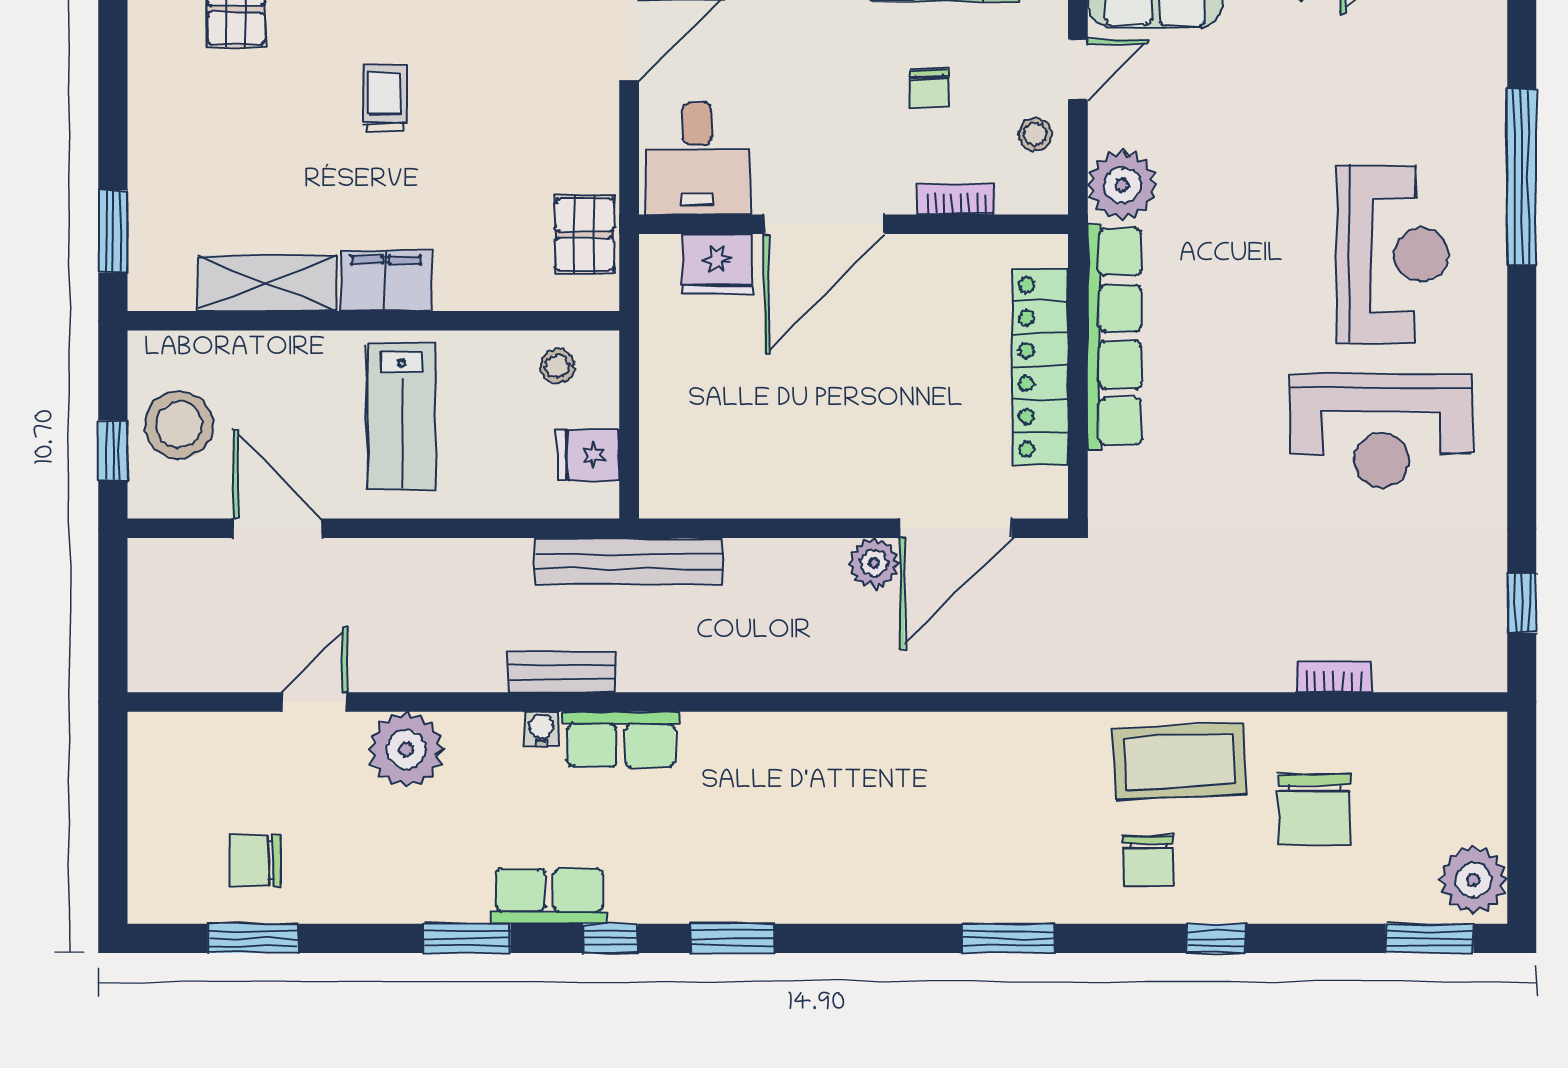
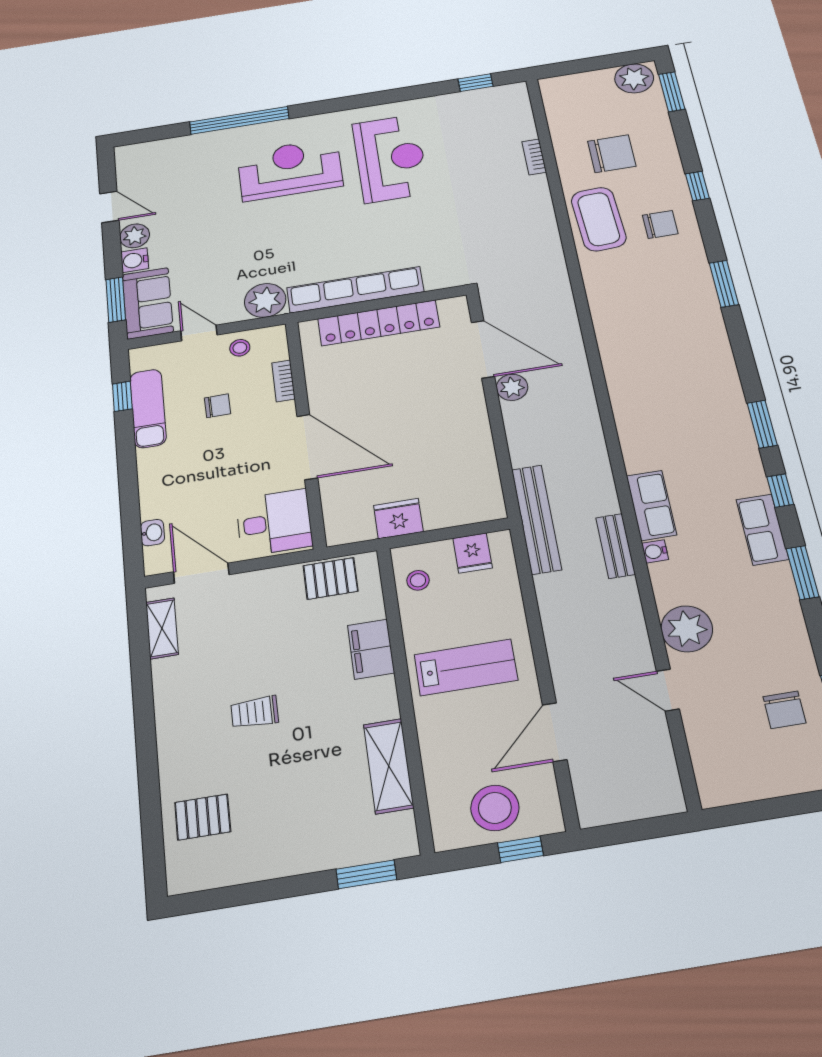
fridge: (717, 264) -> (398, 519), moved, turned -90
filing cabinet: (386, 281) -> (371, 649), moved

